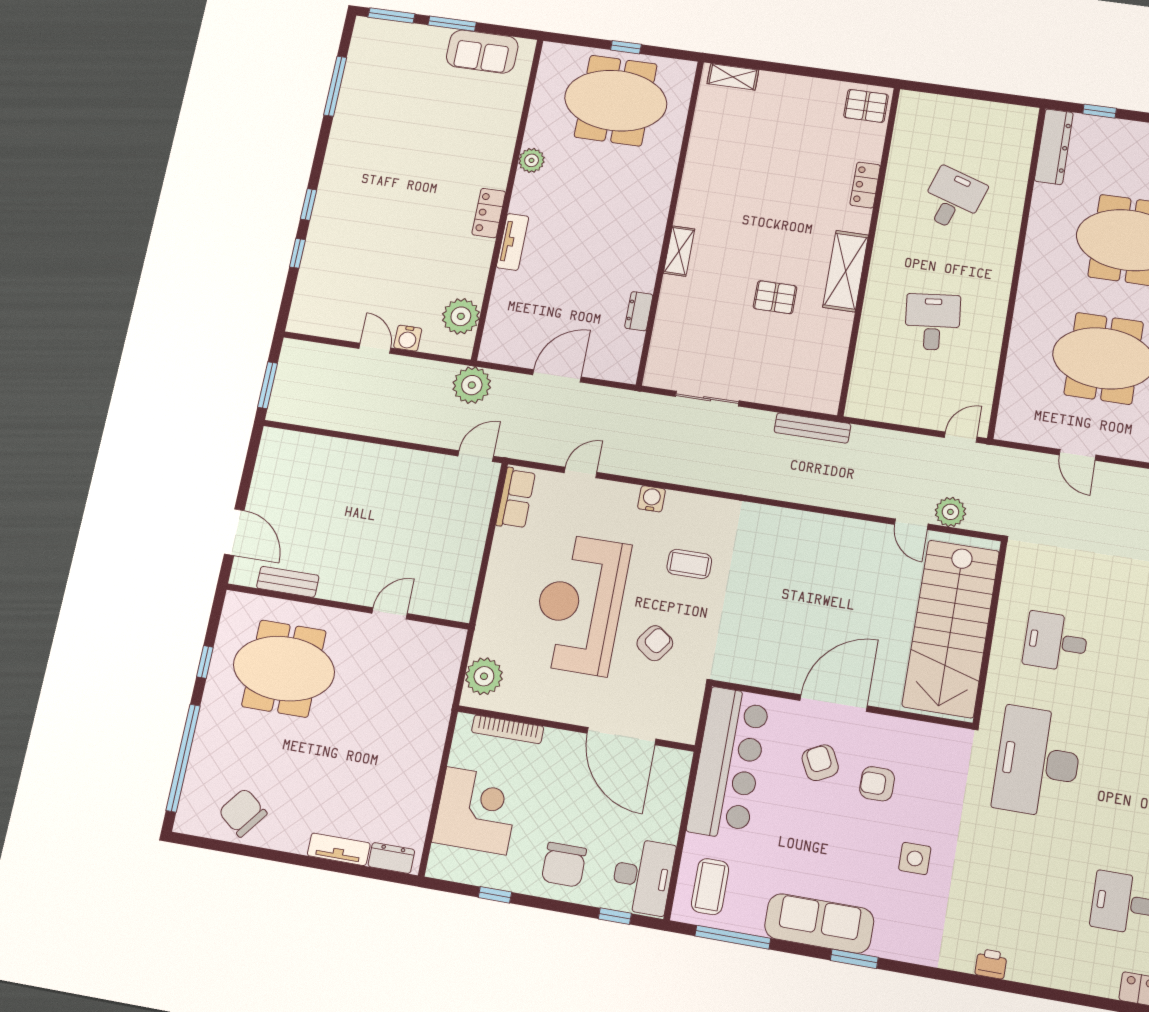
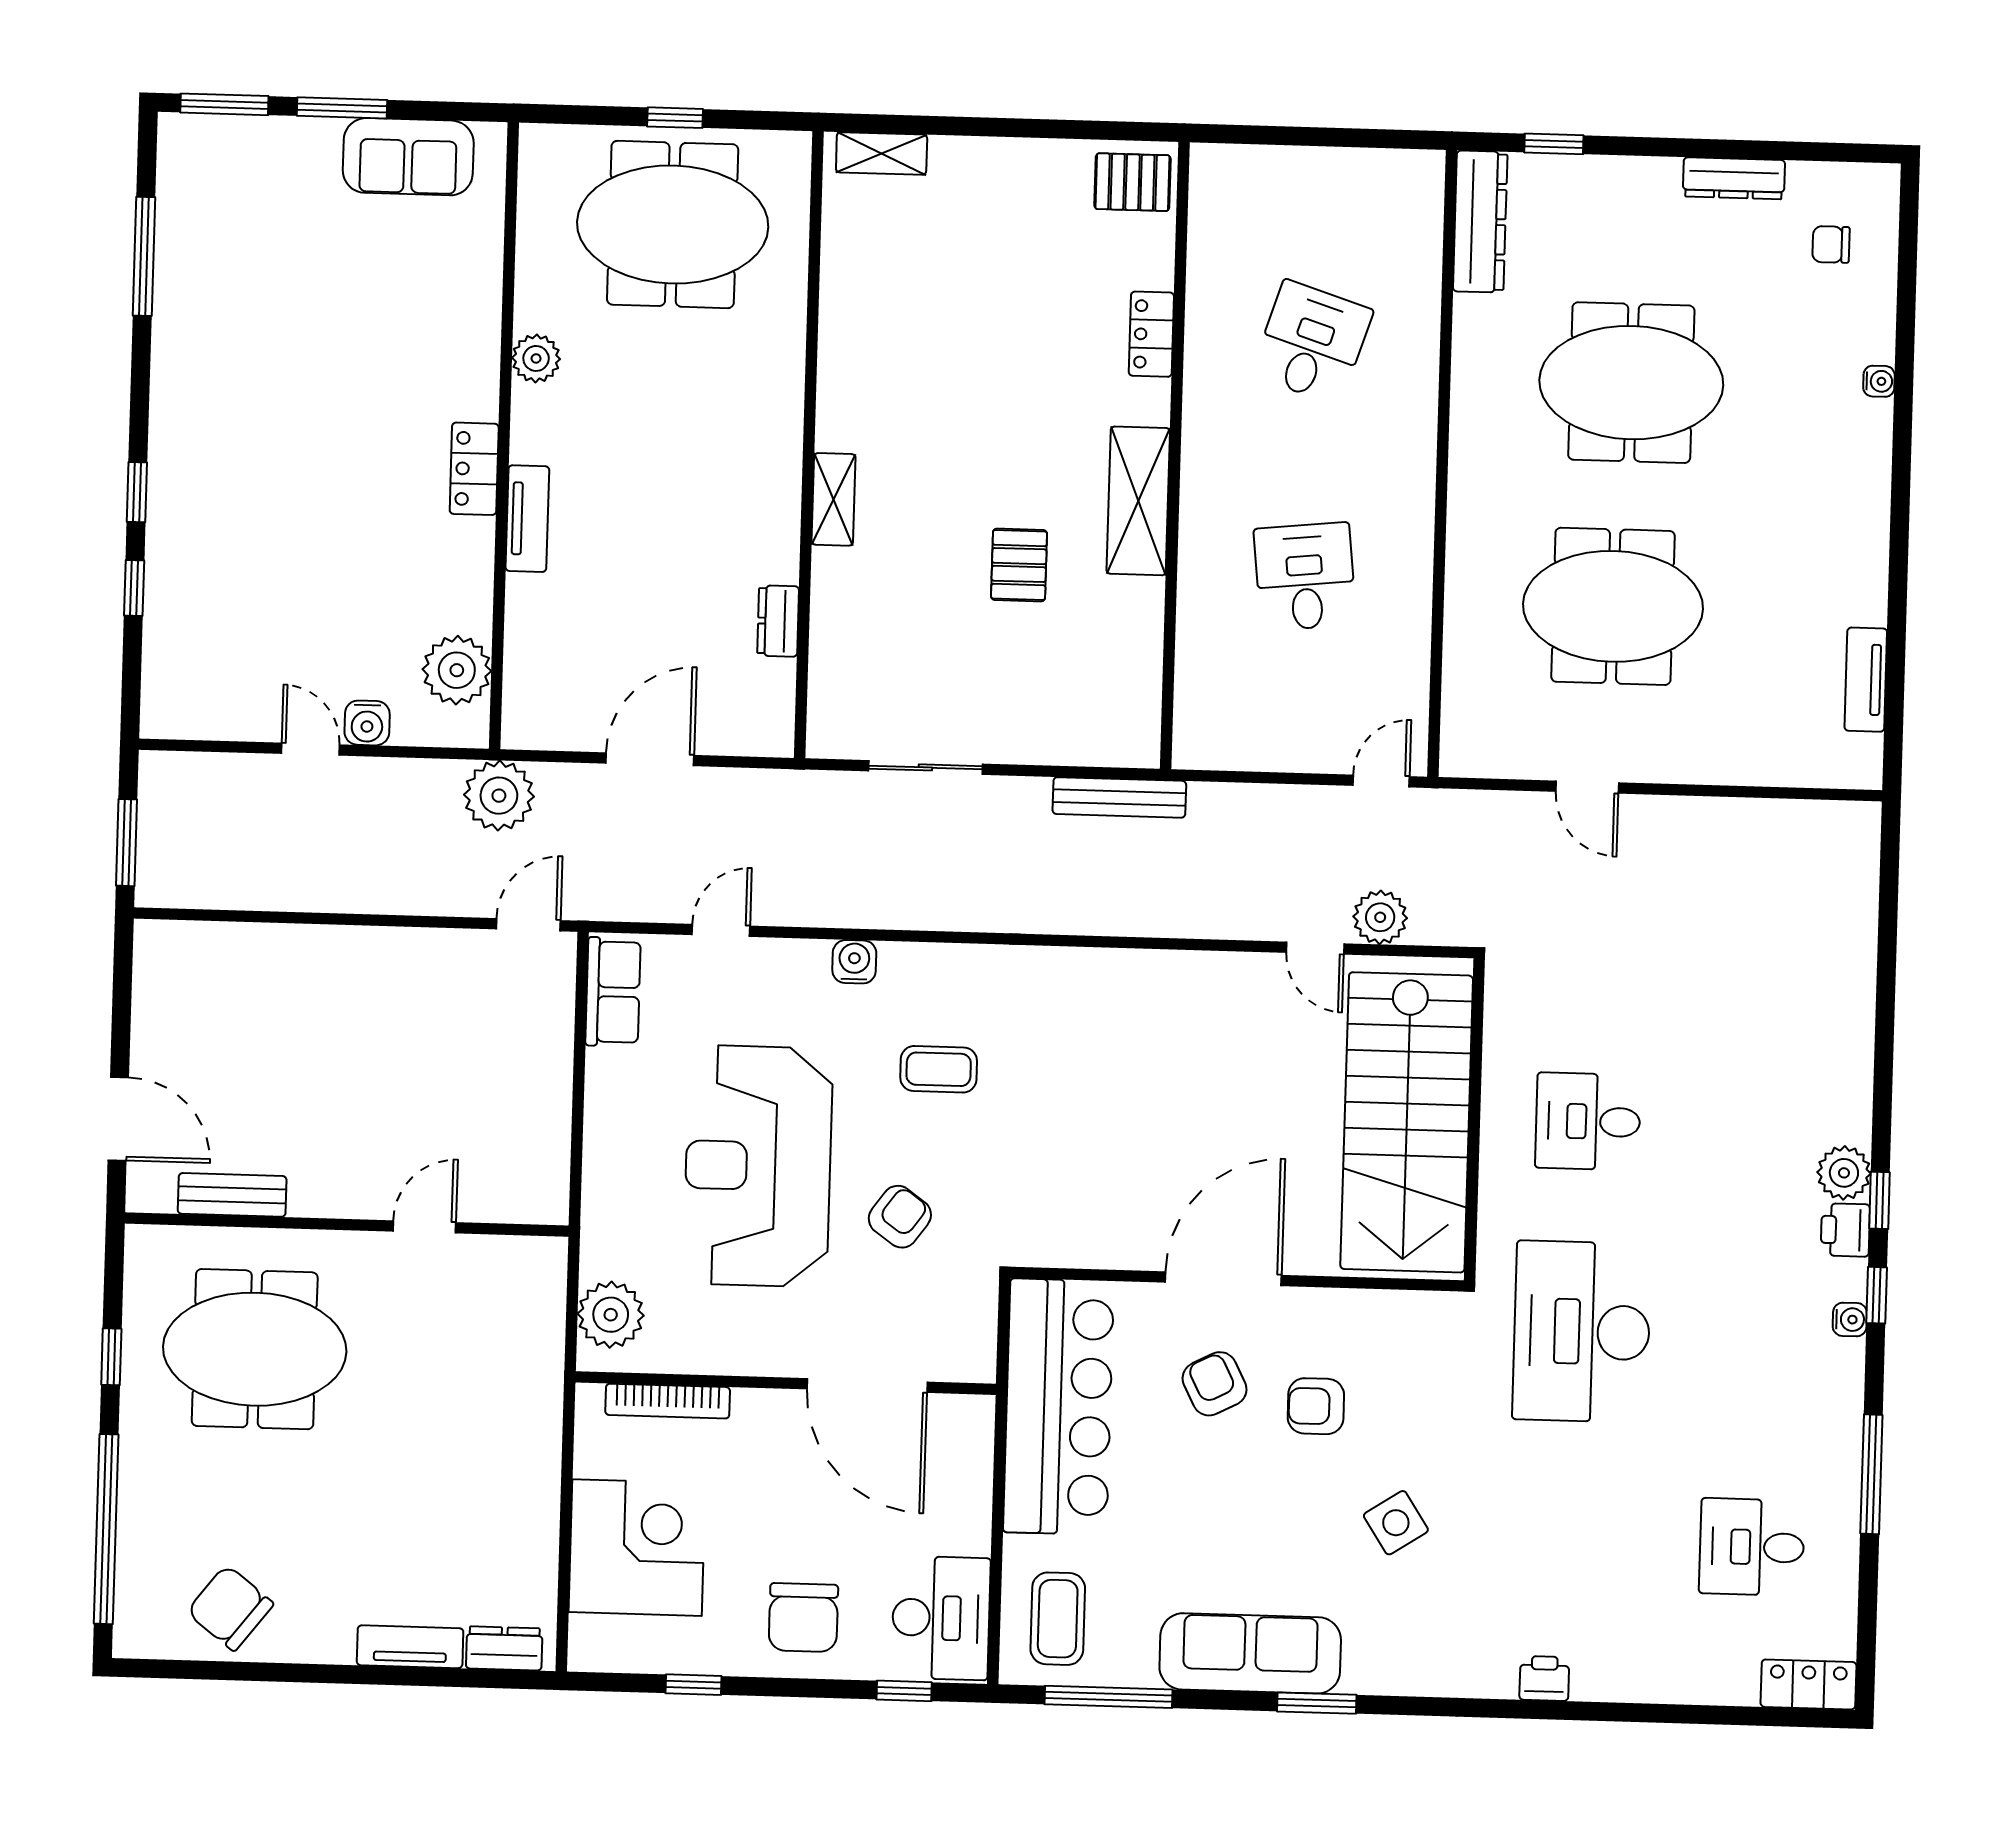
pallet: (775, 297) -> (1019, 565), turned 90
side table: (915, 858) -> (1396, 1523), turned -33

